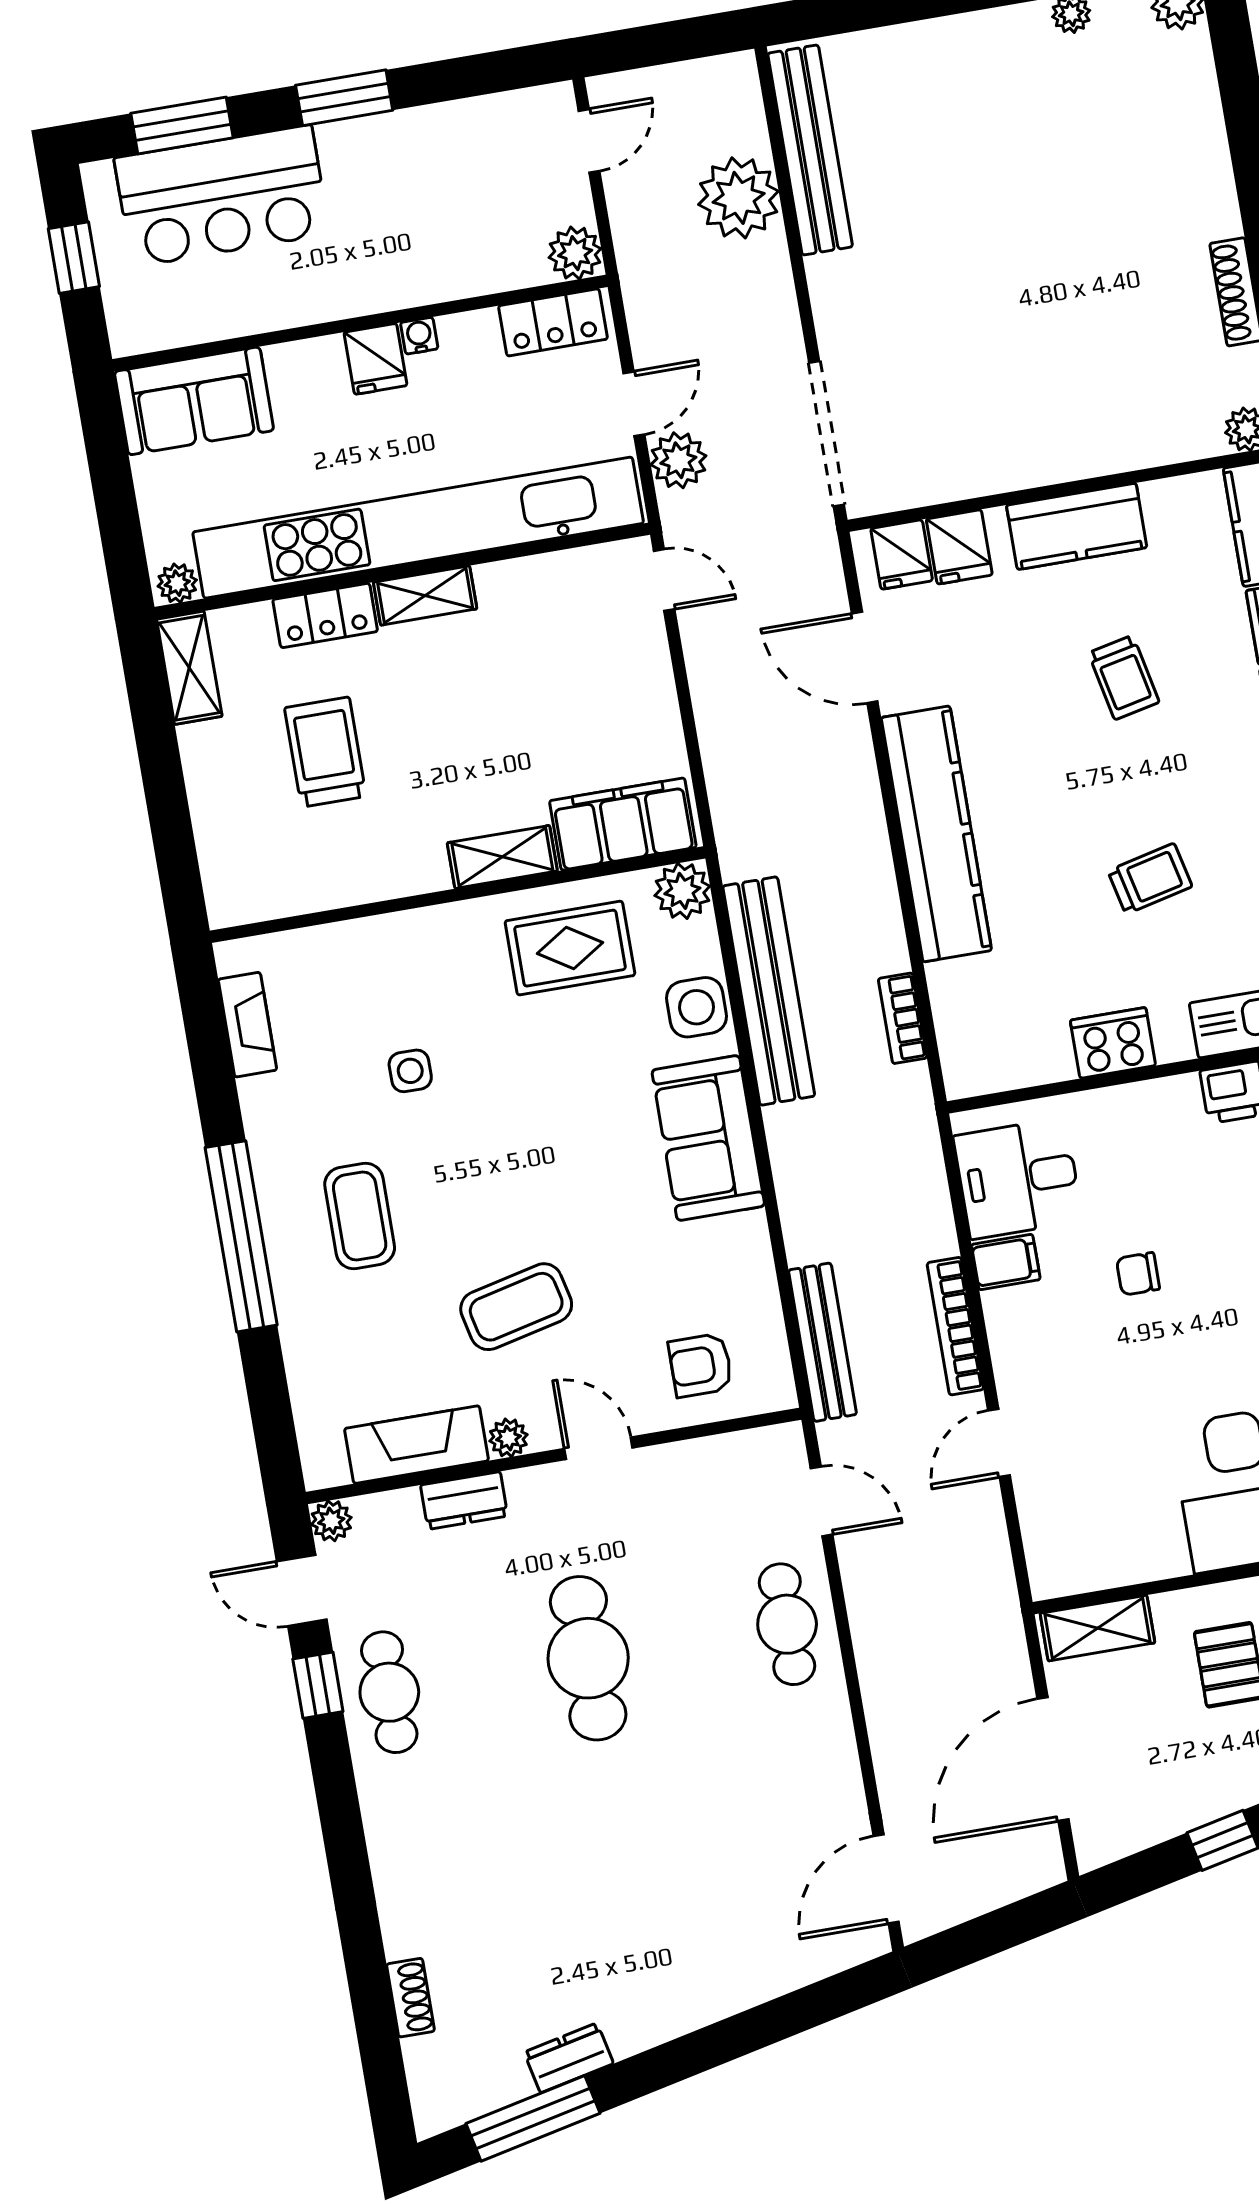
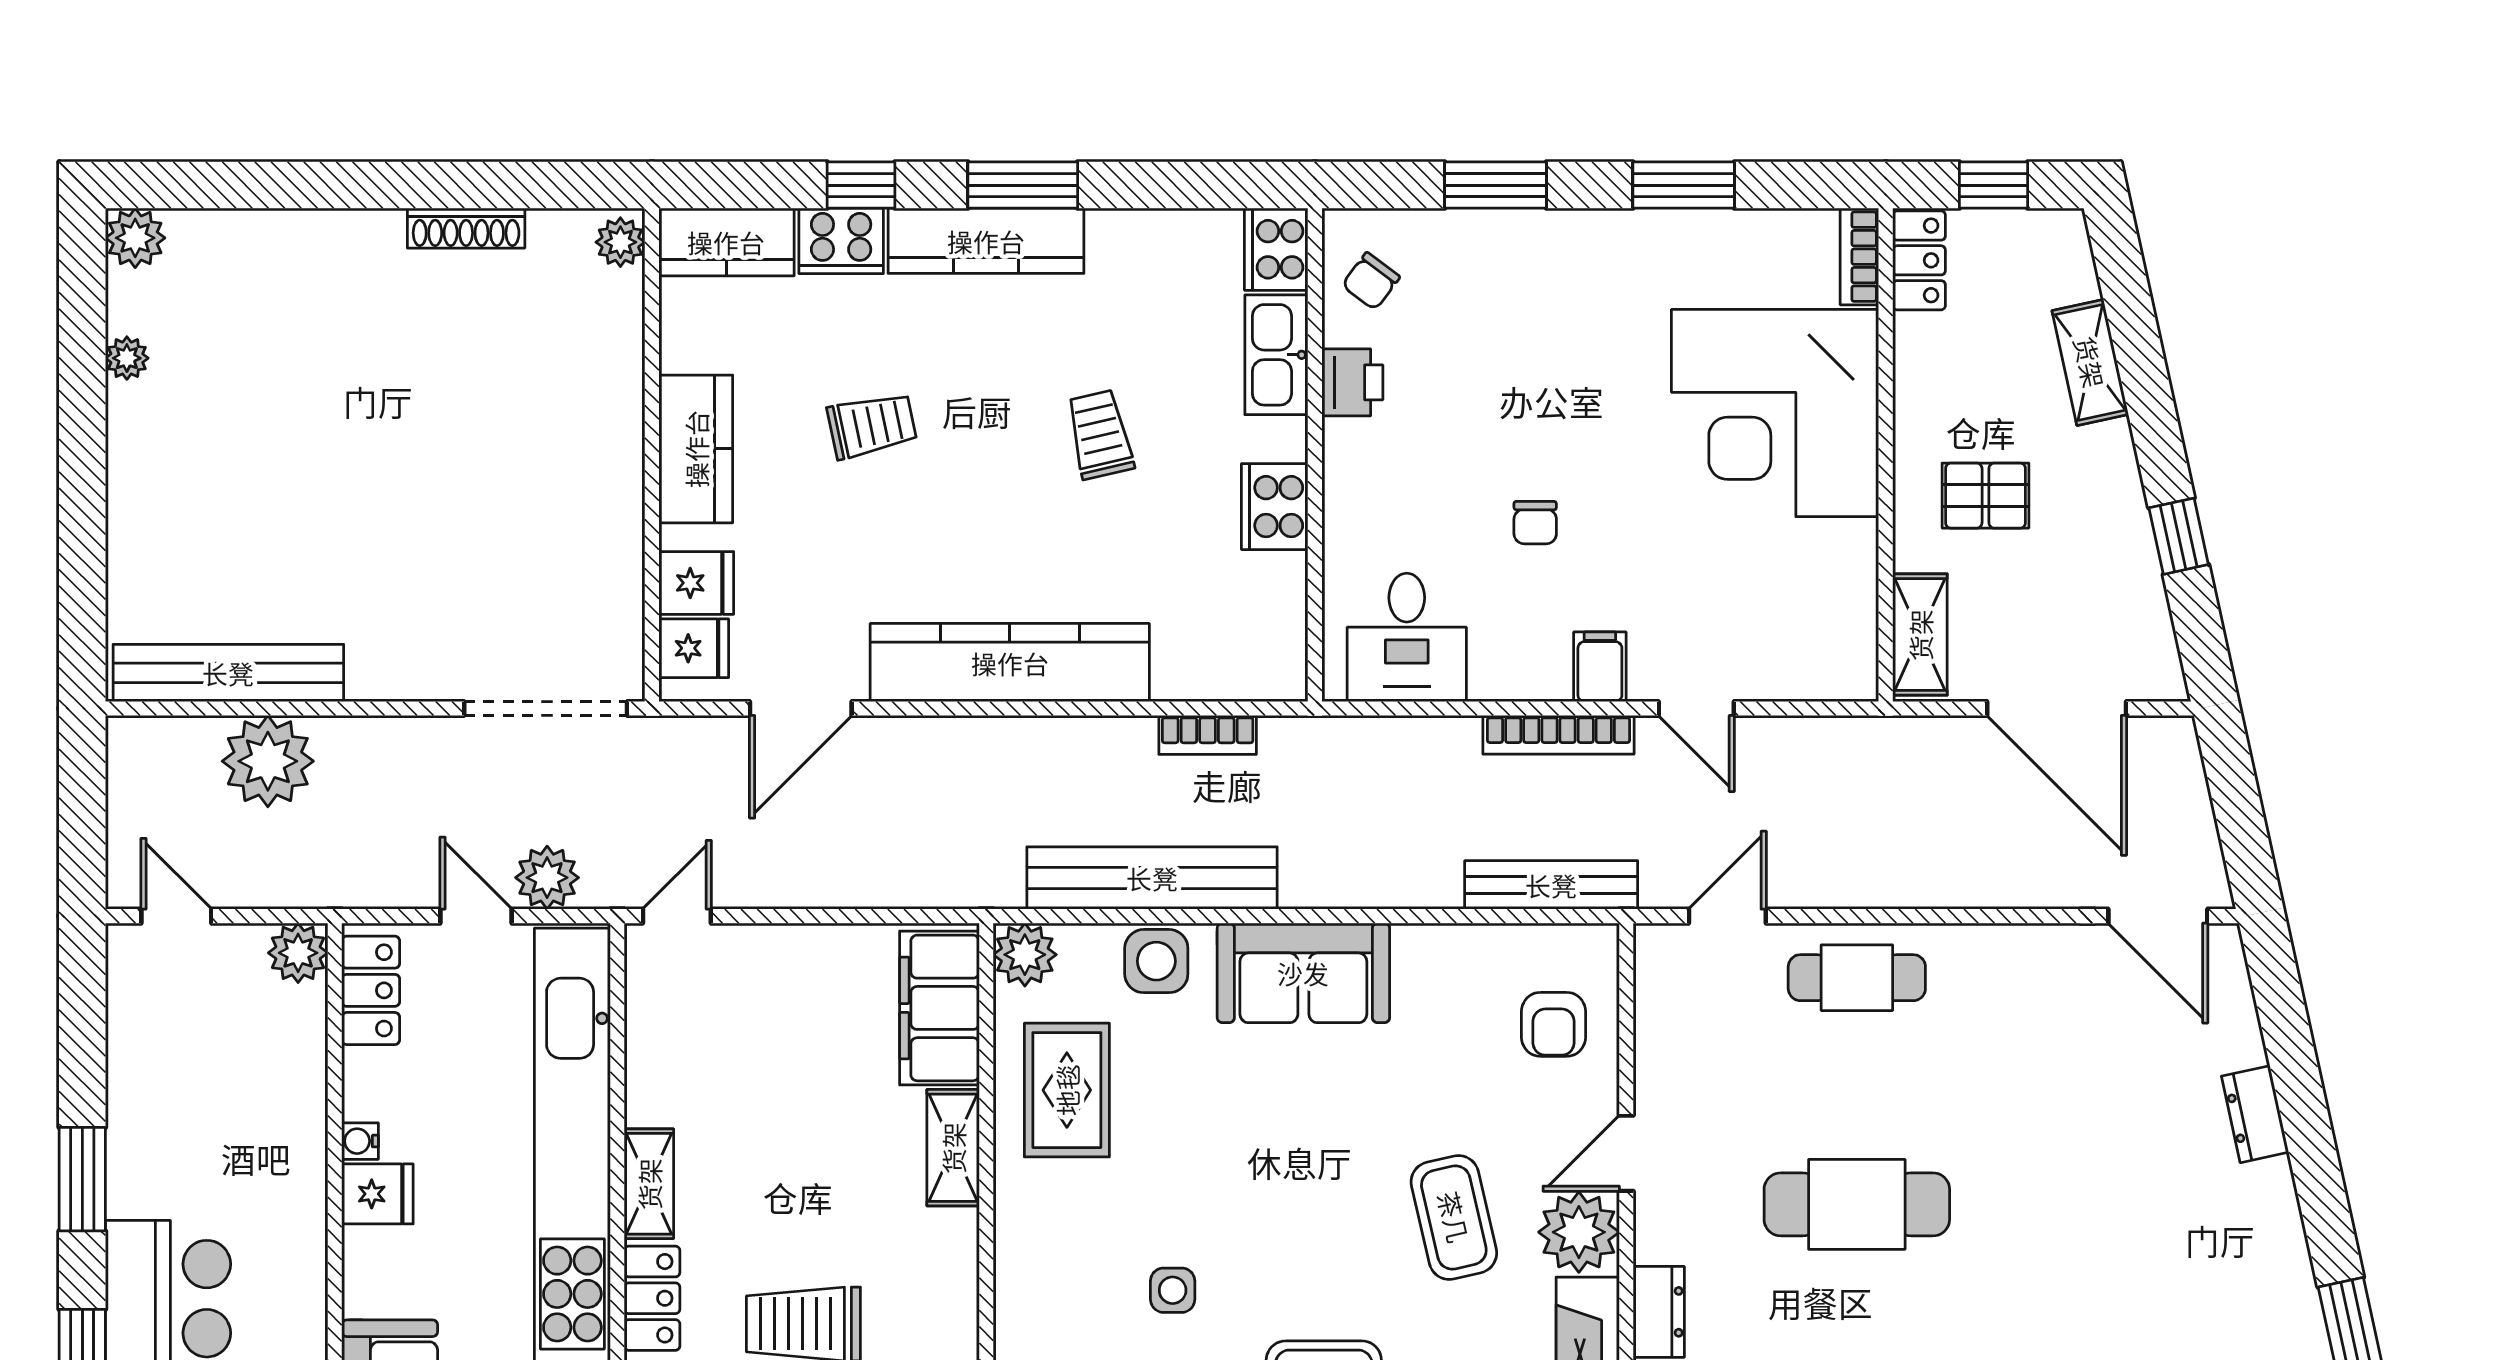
filing cabinet: (1006, 1262) -> (1600, 667), moved
plant: (508, 1438) -> (1579, 1232), width x1.88, depth x1.88
dresser: (569, 2058) -> (2255, 1114), moved

